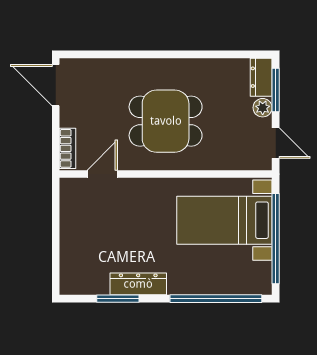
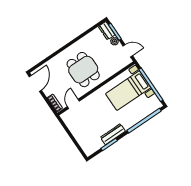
door: (56, 85) -> (35, 83), swing flipped
dining table: (166, 121) -> (83, 70), turned 90

